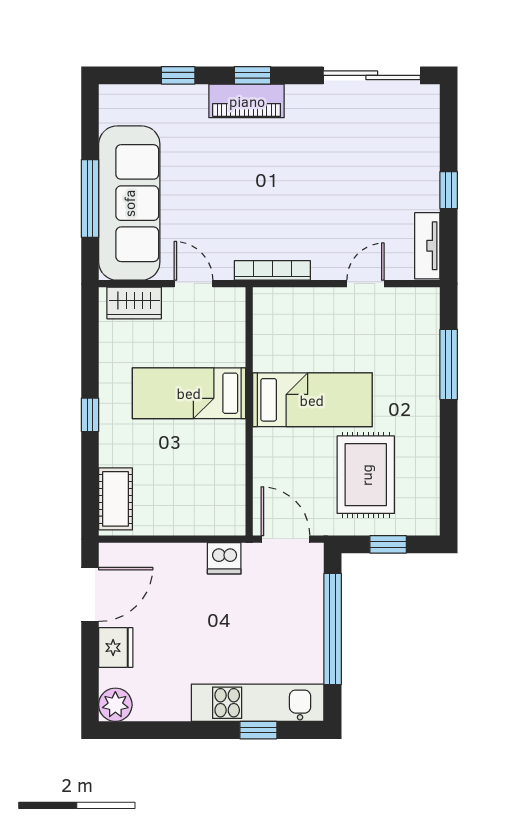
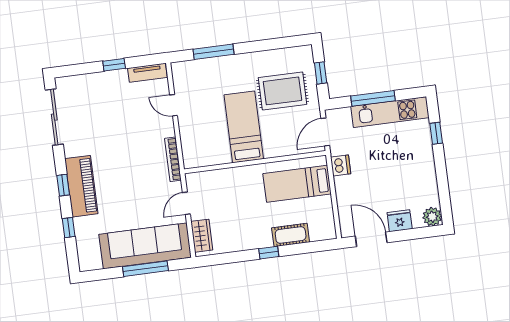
piano: (247, 101) -> (81, 186), width x1.37, depth x1.33
bed: (189, 393) -> (297, 184), moved, turned 90
cot: (116, 499) -> (291, 235), moved
window: (333, 629) -> (373, 98), width x0.68
kitchen unit: (258, 703) -> (390, 112), moved, turned -90

